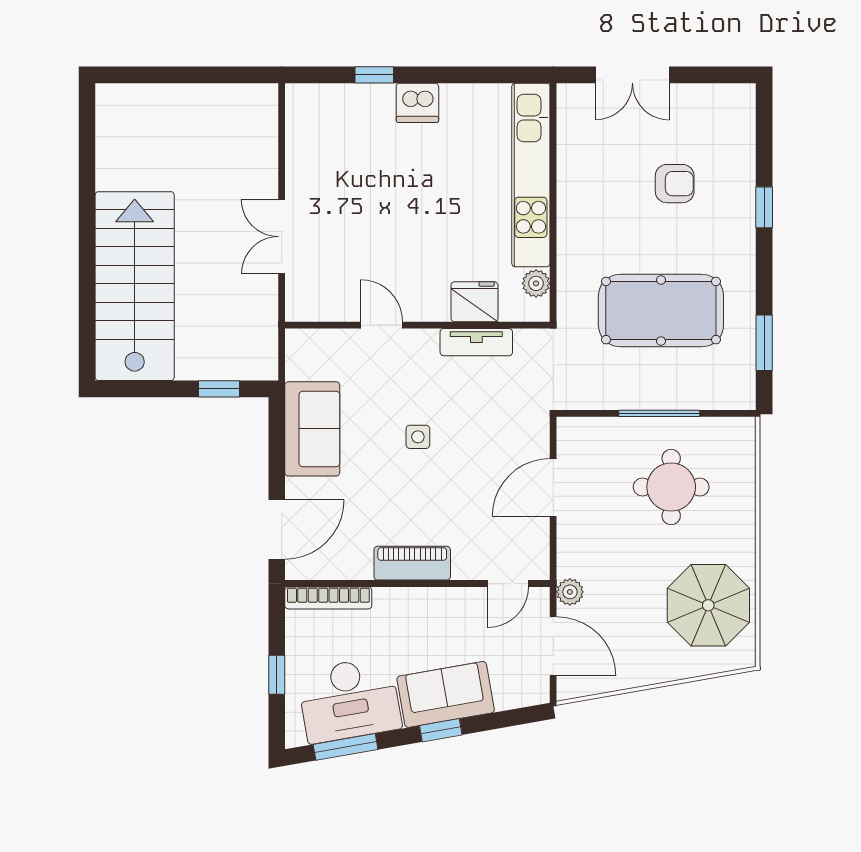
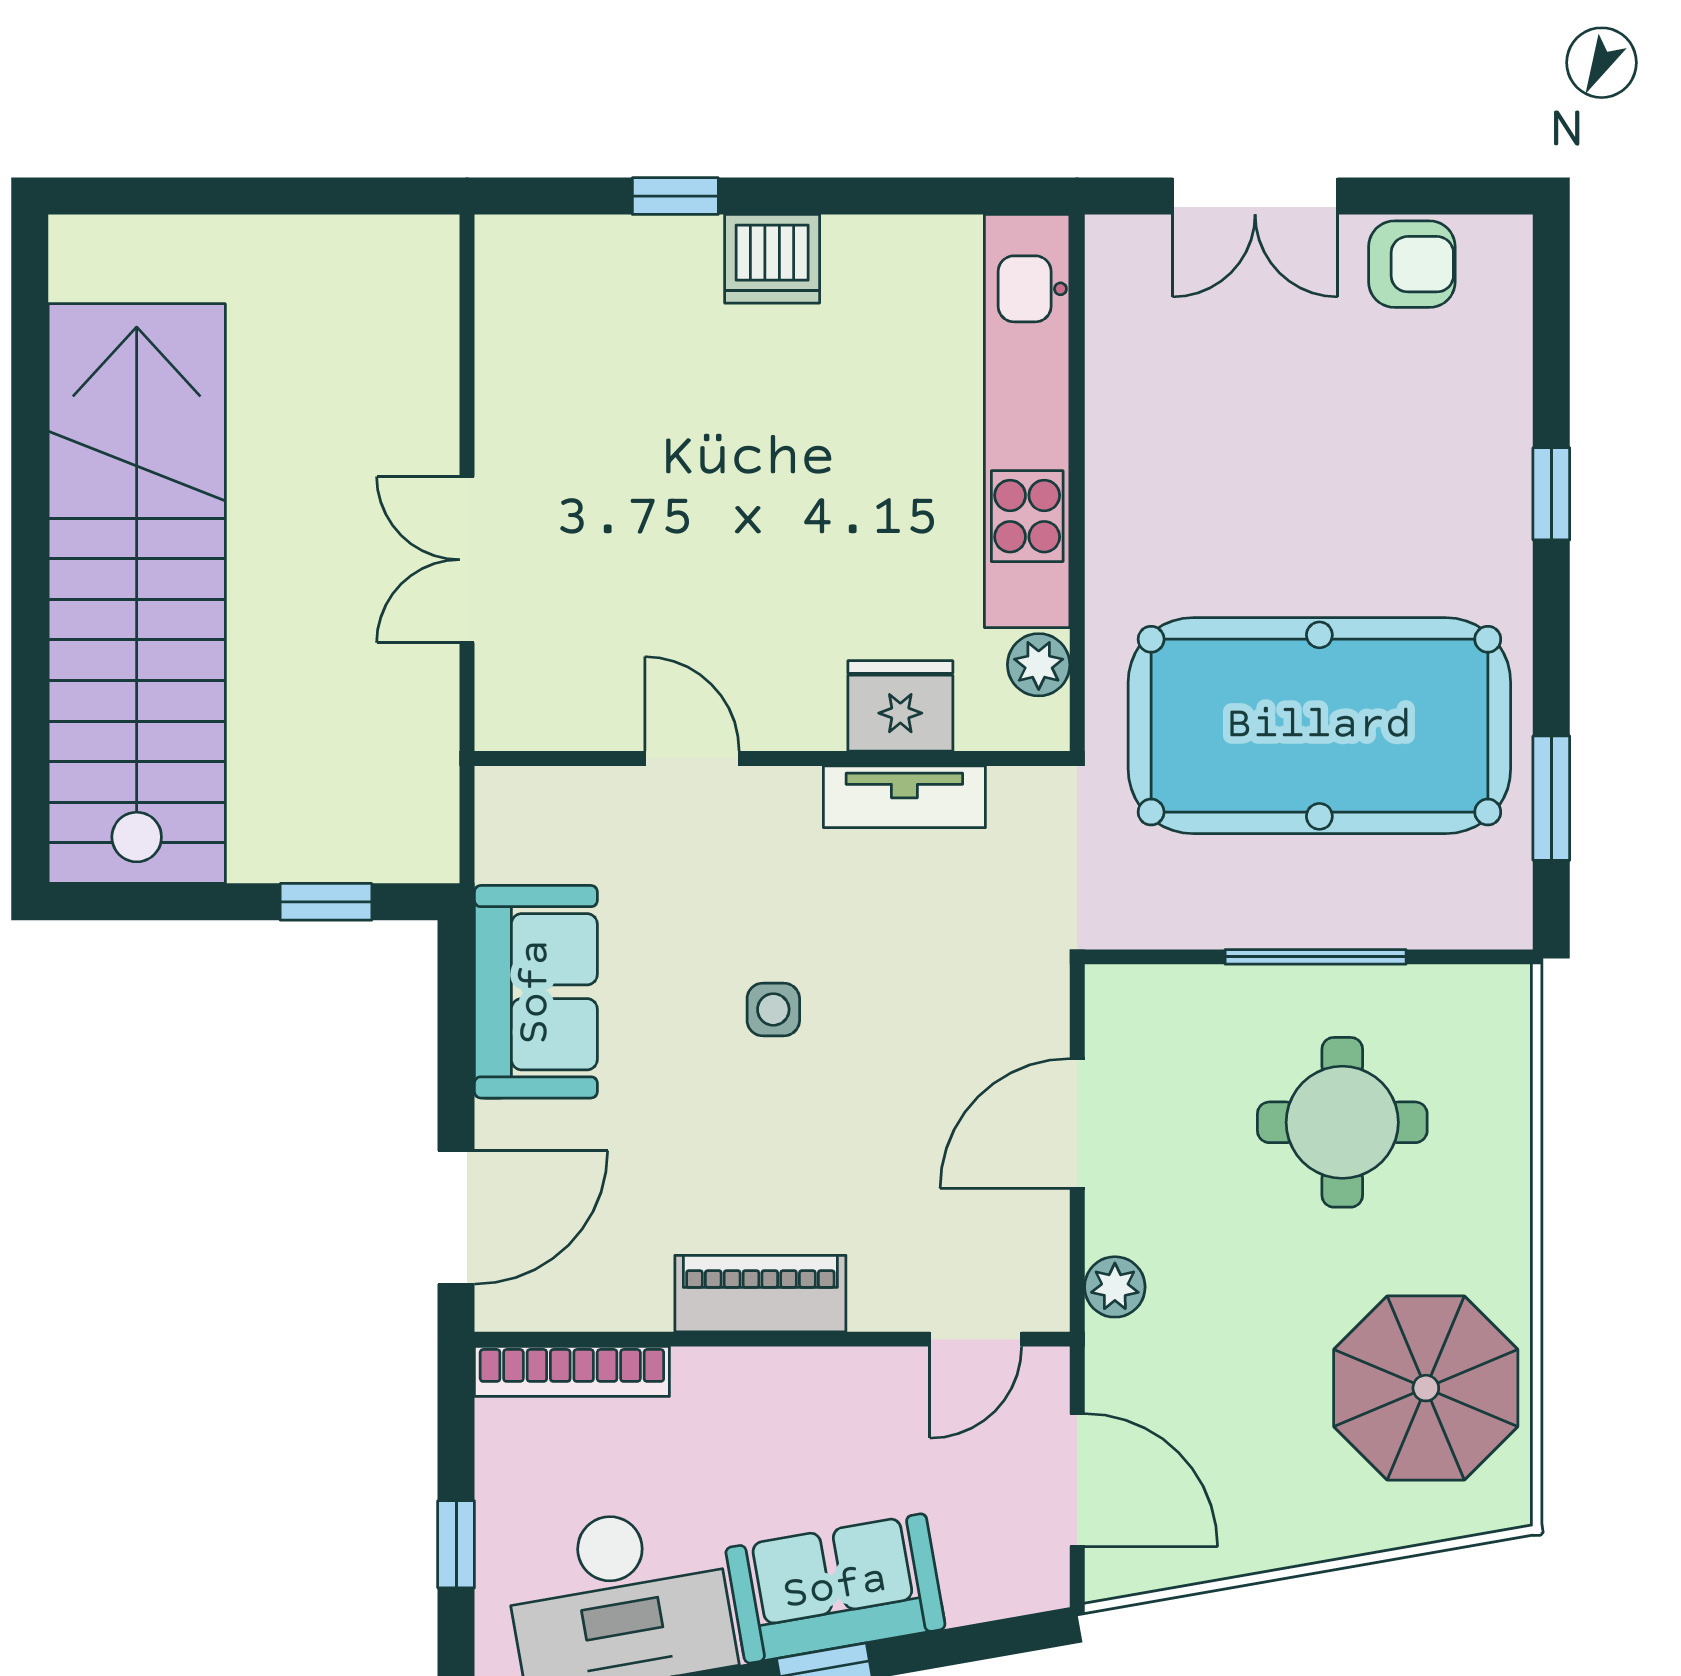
armchair: (675, 184) -> (1412, 264), moved
stairs: (135, 286) -> (137, 594), width x1.36
pool table: (661, 311) -> (1319, 726), width x1.36, depth x1.32
plant: (570, 592) -> (1115, 1287), moved

